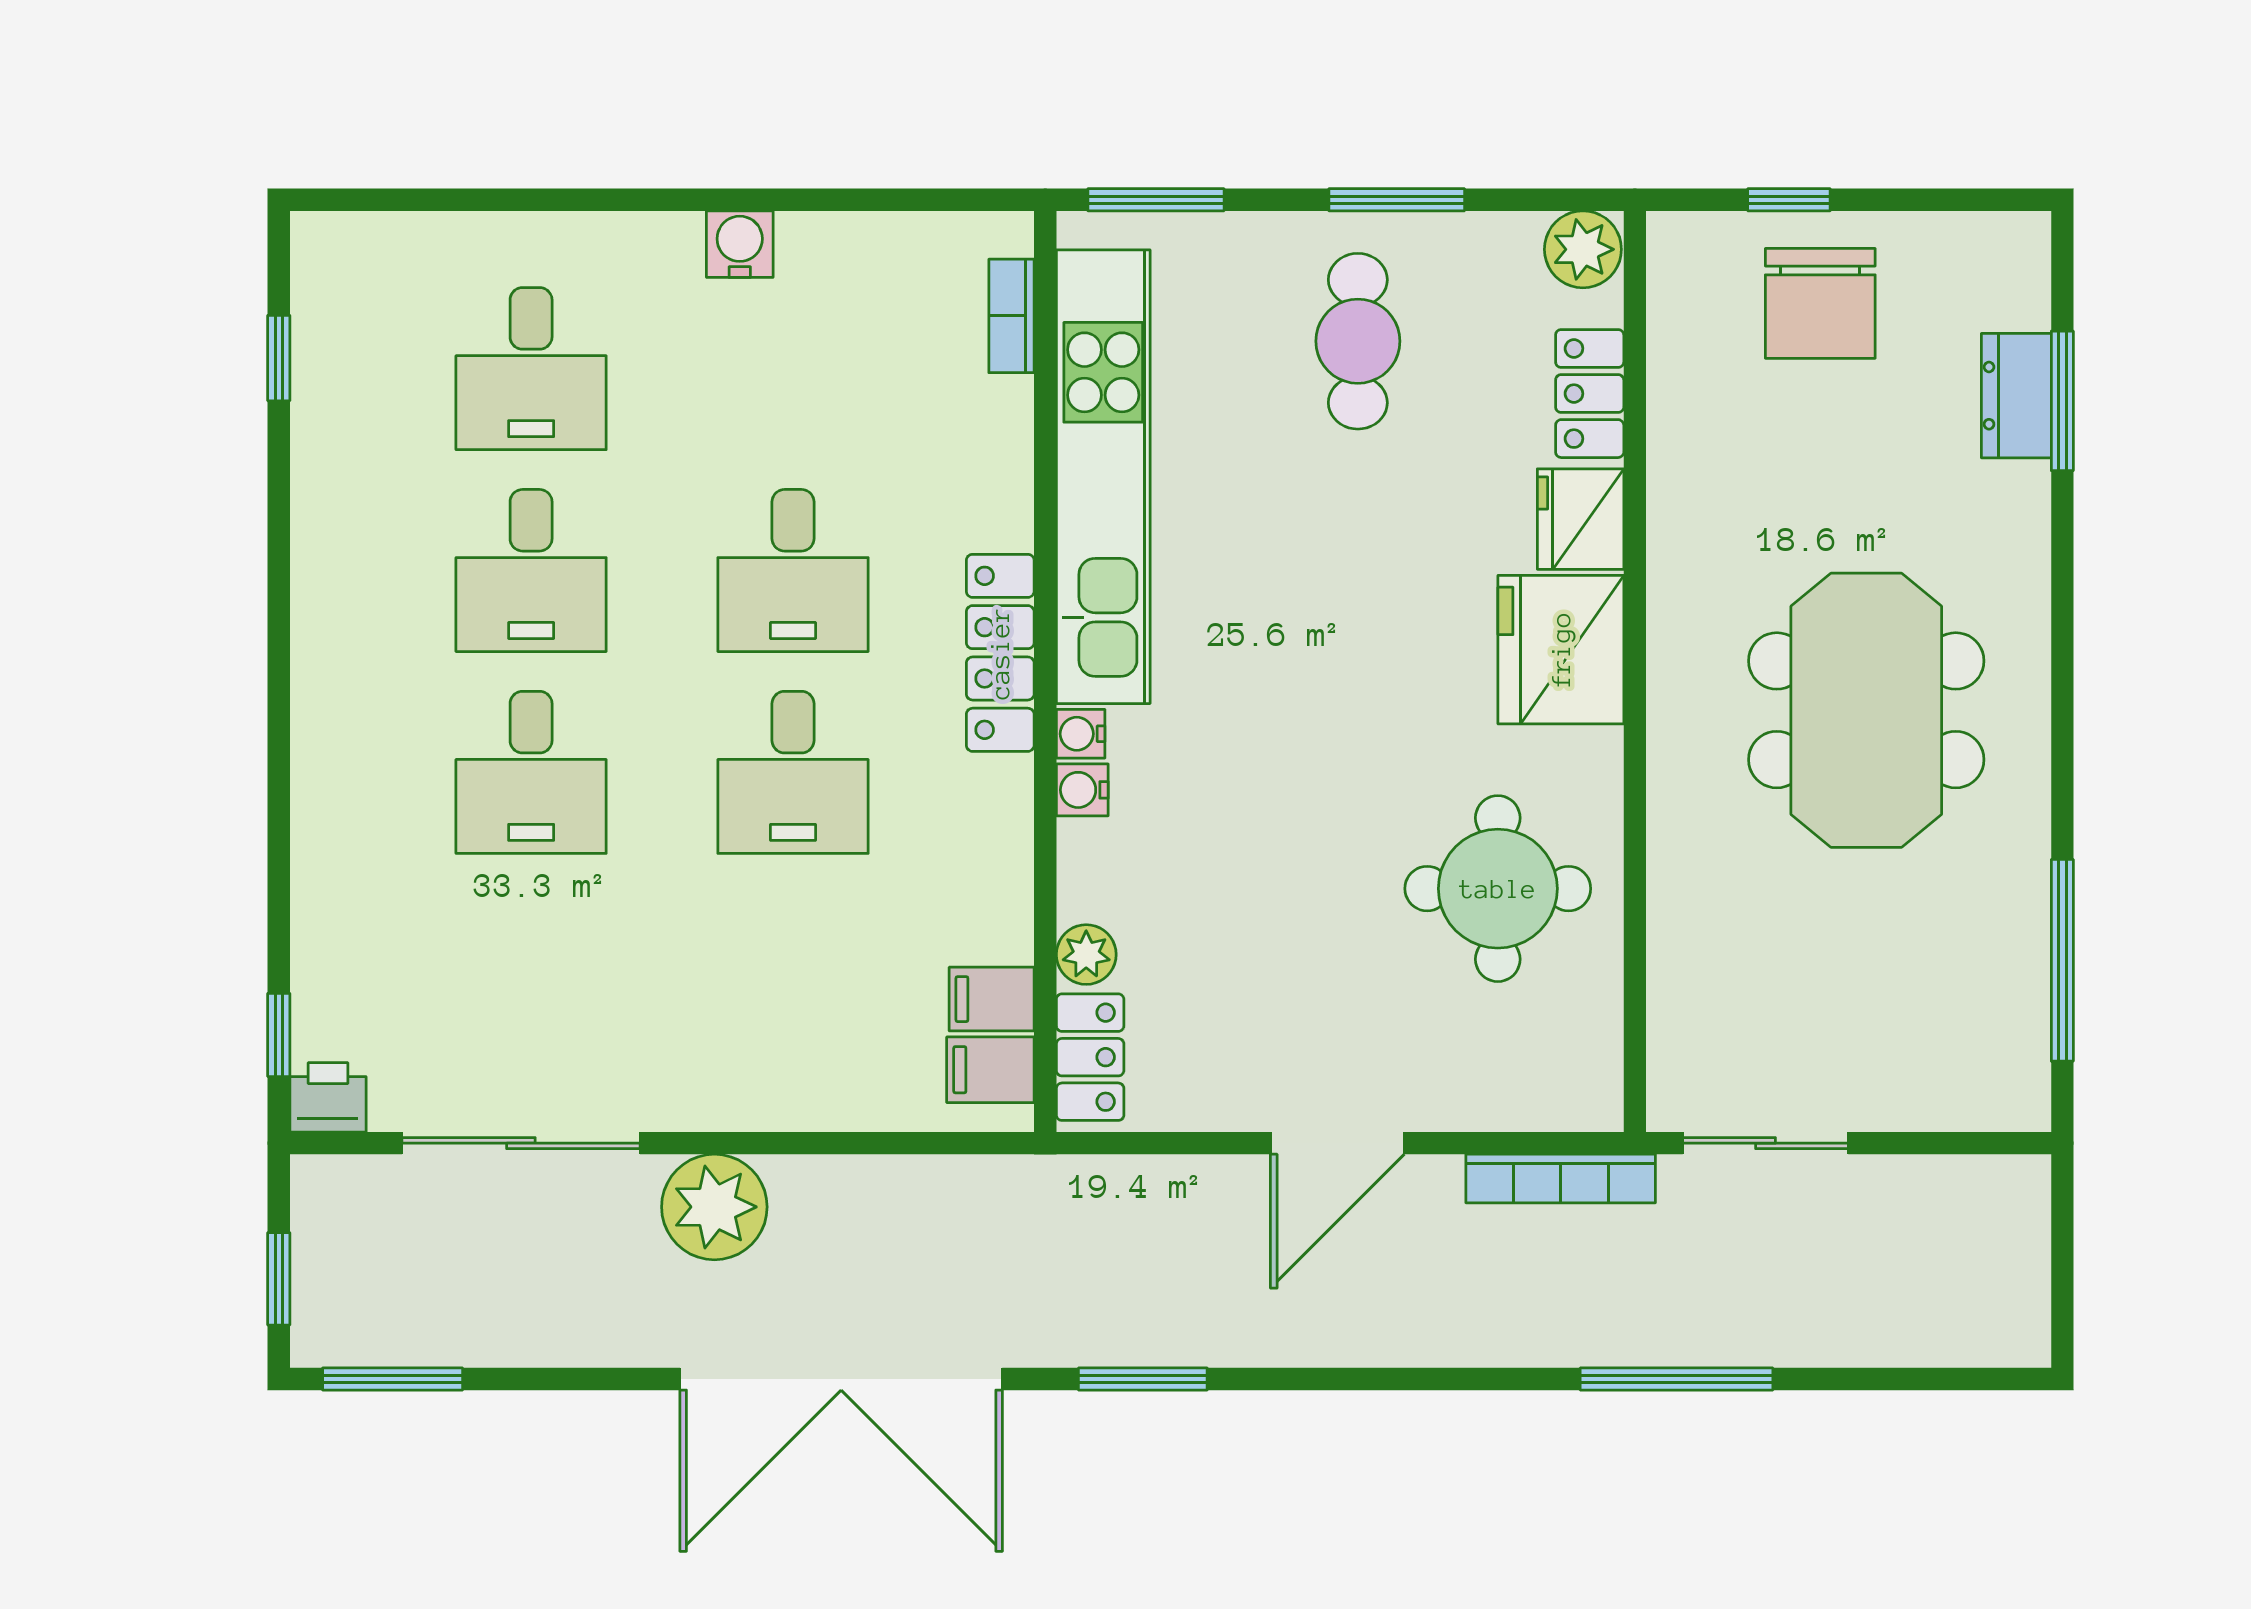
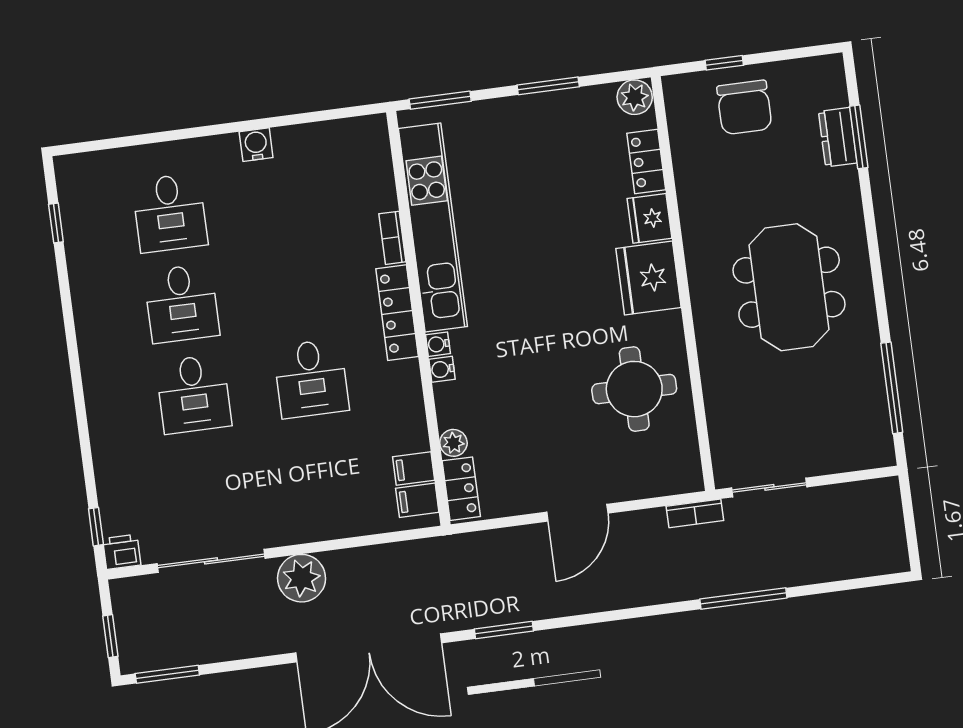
bookcase: (1012, 316) -> (392, 238), moved
cafe table: (1358, 341) -> (539, 152), removed
desk: (793, 571) -> (299, 288), removed
bookcase: (1561, 1178) -> (695, 513), width x0.64

